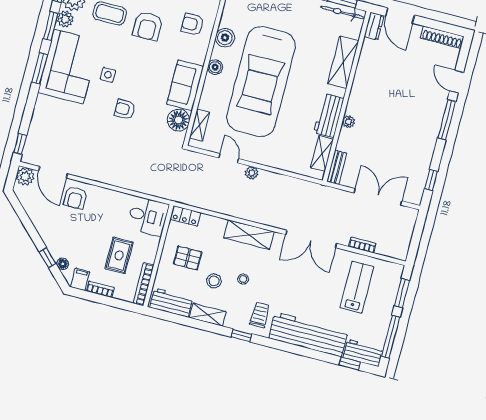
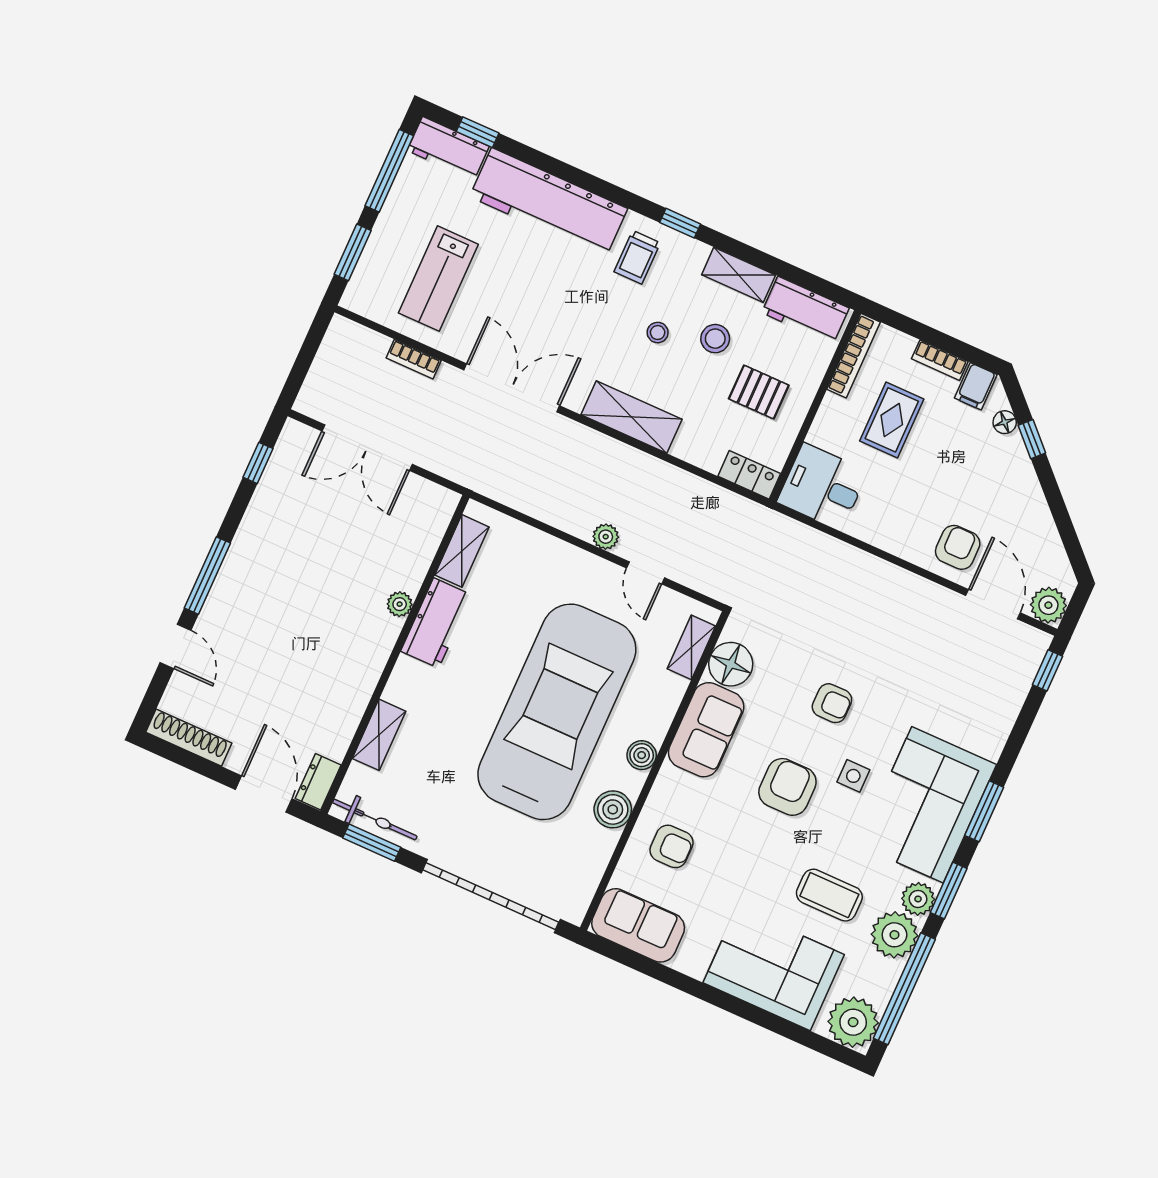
armchair: (148, 26) -> (787, 787), moved
shelving: (343, 62) -> (379, 735), width x0.67, depth x0.75
bench: (337, 167) -> (438, 519), removed

